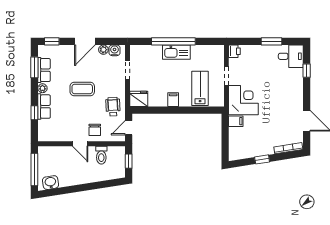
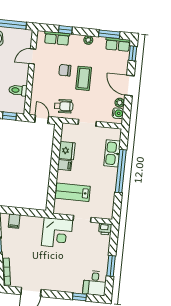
kitchen sink: (176, 52) -> (112, 153), moved
row of seats: (44, 70) -> (118, 44), moved
doorway: (127, 70) -> (87, 123), moved
lab bench: (200, 88) -> (73, 192), turned 180
fridge: (139, 99) -> (67, 151), moved
row of seats: (44, 107) -> (57, 38), moved
filing cabinet: (236, 121) -> (14, 221), moved
chair: (95, 130) -> (65, 70), moved
door: (80, 144) -> (32, 56), moved

